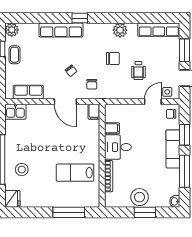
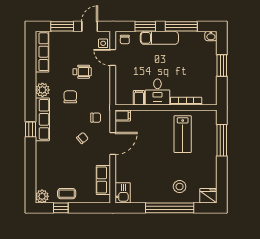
row of seats: (61, 30) -> (42, 119), moved
stool: (140, 197) -> (207, 71), removed

